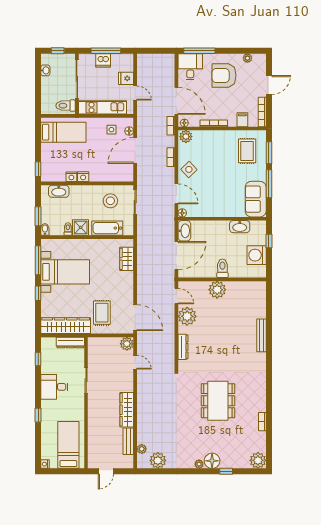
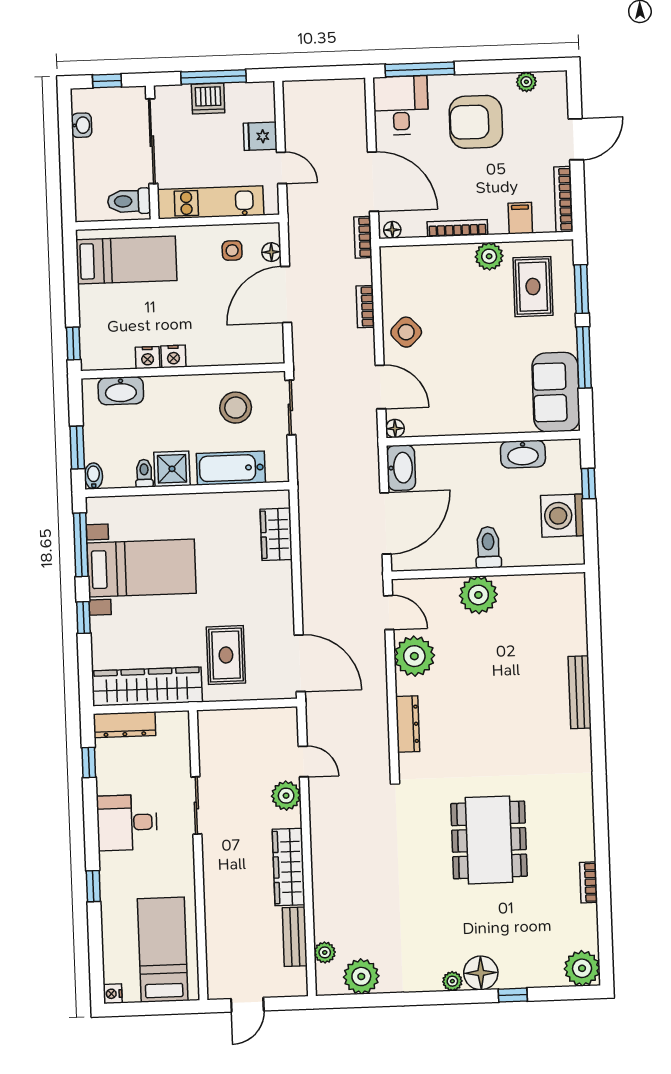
plant: (186, 137) -> (489, 256), moved
dresser: (70, 343) -> (125, 725), moved
plant: (127, 344) -> (286, 796), moved

